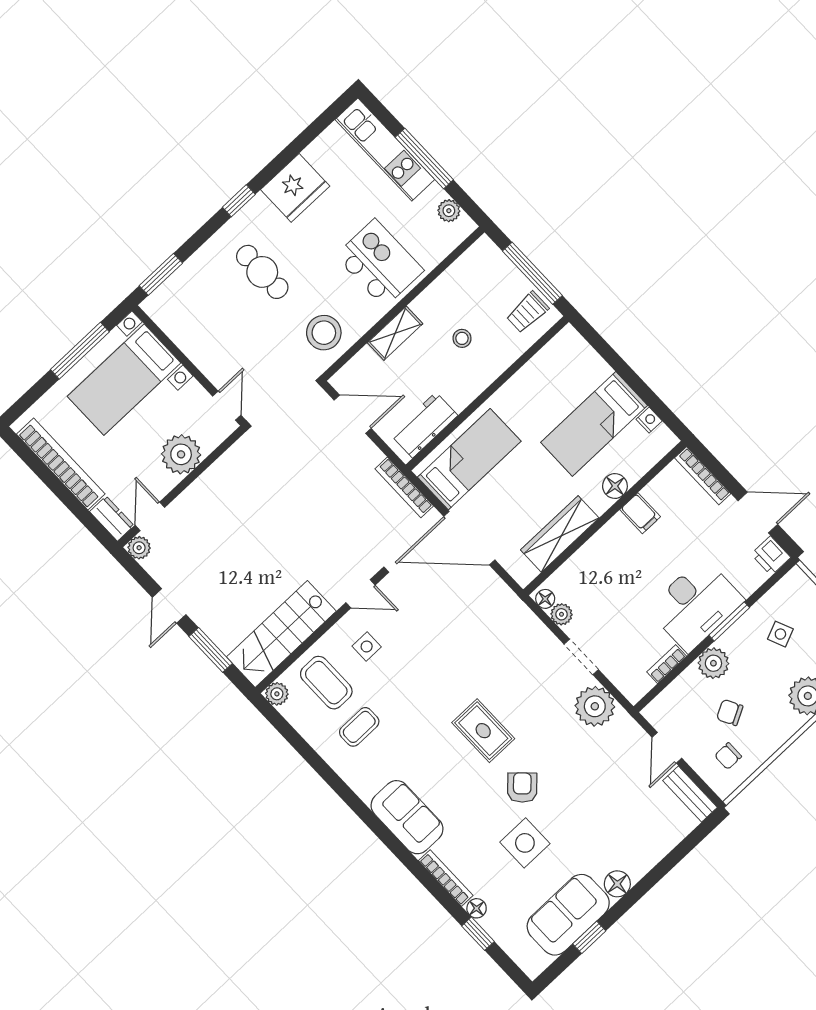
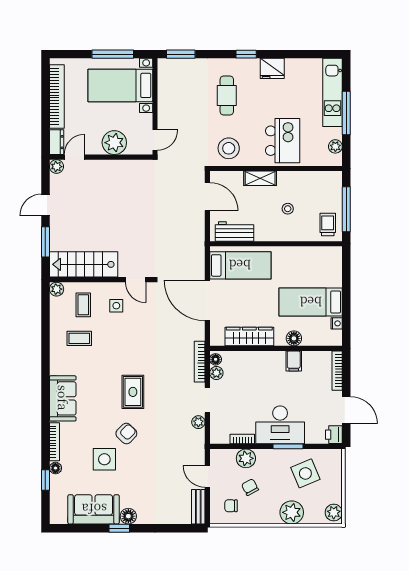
fridge: (295, 188) -> (272, 68), width x0.73, depth x0.75
trolley: (527, 312) -> (328, 224), turned 90
bookcase: (404, 487) -> (200, 362), moved
side table: (780, 634) -> (305, 473), width x1.87, depth x1.87
plant: (713, 663) -> (246, 458), moved
coffee table: (326, 683) -> (83, 305), width x0.73, depth x0.77
plant: (595, 706) -> (198, 422), width x0.53, depth x0.53
door: (667, 748) -> (207, 476), hinge flipped
window: (589, 937) -> (119, 528), moved

